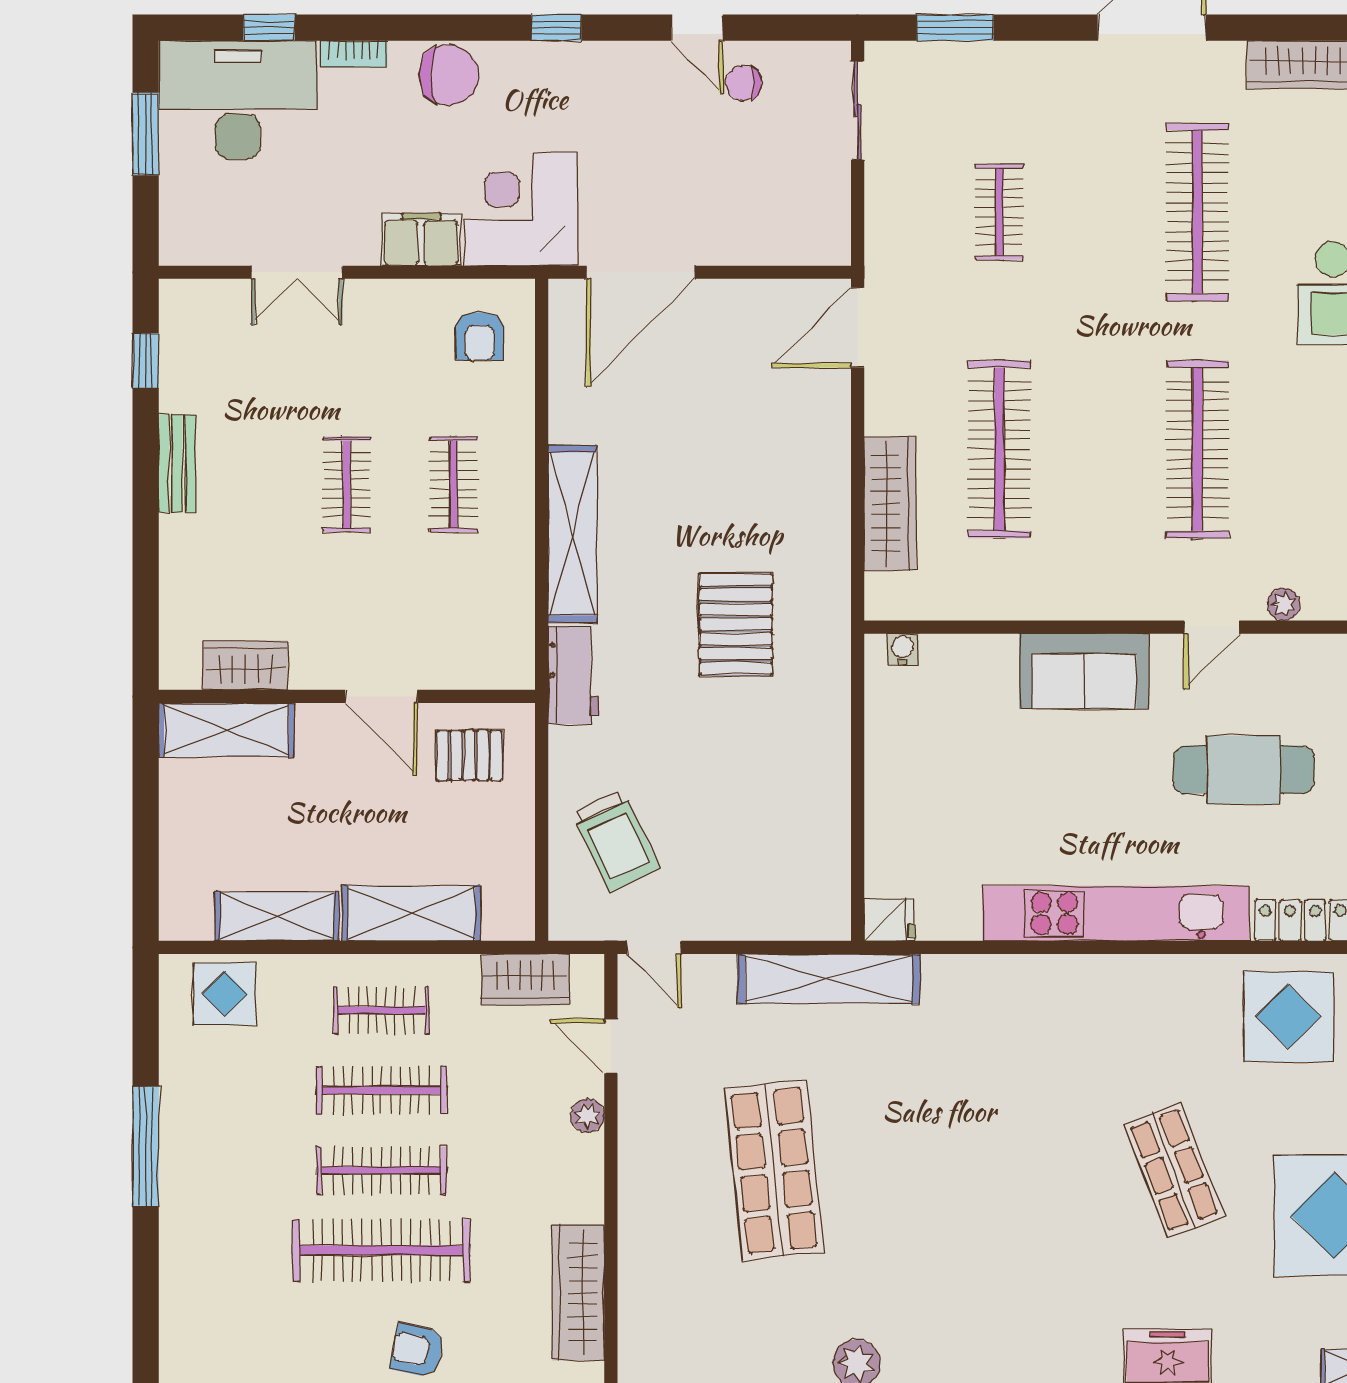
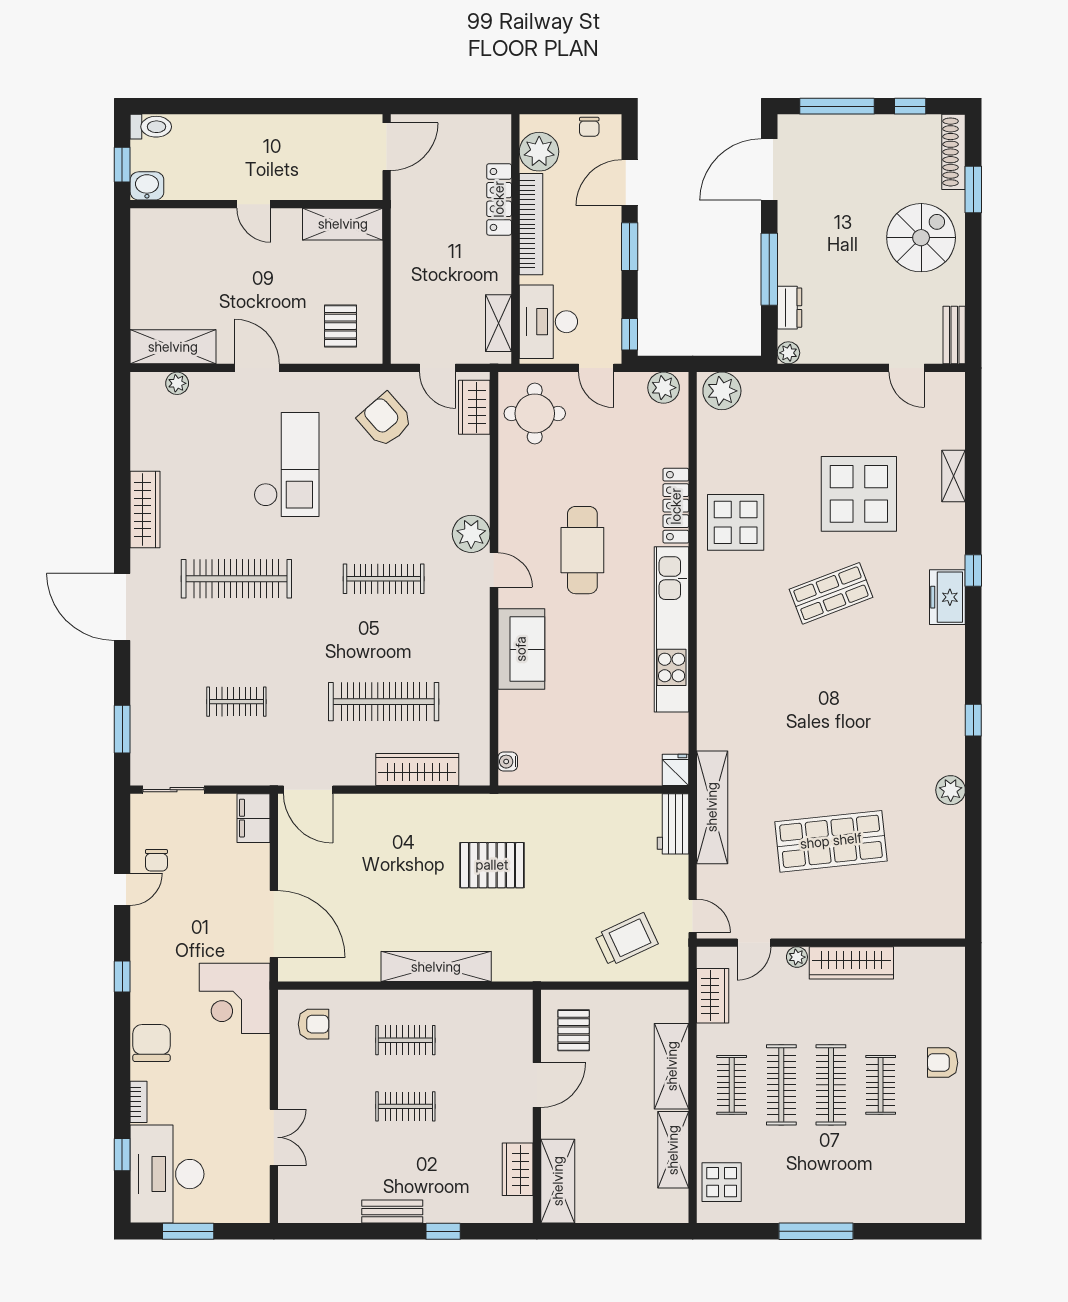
filing cabinet: (421, 239) -> (253, 818), moved
window: (146, 360) -> (443, 1231), moved
clothes rail: (1197, 449) -> (384, 579), width x0.73, depth x0.76
plant: (1284, 605) -> (471, 534), width x1.88, depth x1.88
workbench: (573, 675) -> (673, 824), moved, turned -90
door: (654, 947) -> (693, 916), hinge flipped
clothes rail: (381, 1250) -> (881, 1085), width x0.54, depth x0.76
wardrobe: (578, 1293) -> (851, 963), moved
armchair: (417, 1350) -> (943, 1063), turned 78

